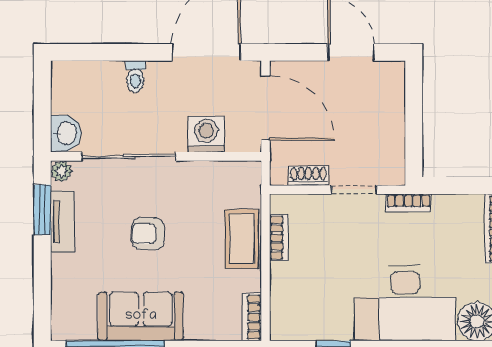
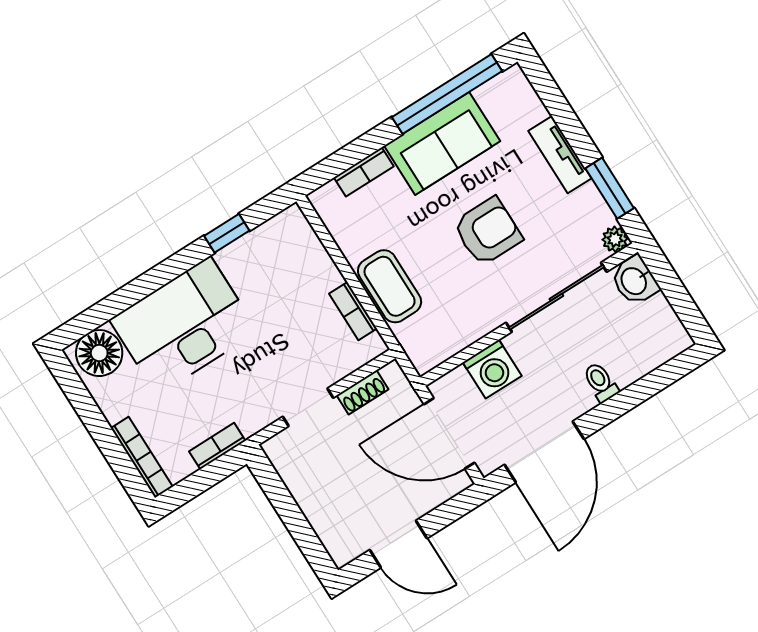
bookcase: (408, 203) -> (217, 446), moved
tv unit: (62, 221) -> (560, 155), moved
armchair: (148, 234) -> (488, 231), width x1.38, depth x1.38
bookcase: (252, 317) -> (364, 172), moved, turned 90

